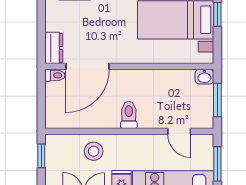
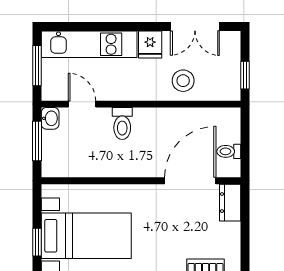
toilet: (55, 75) -> (229, 151), moved
washbasin: (204, 77) -> (50, 118), moved, turned 90
toilet: (129, 115) -> (122, 124), moved

